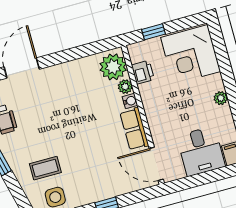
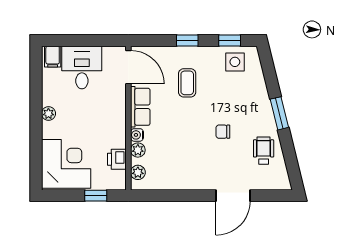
plant: (113, 67) -> (138, 172), width x0.53, depth x0.53
chair: (48, 127) -> (223, 132), added
coffee table: (45, 168) -> (187, 83), moved, turned 90

